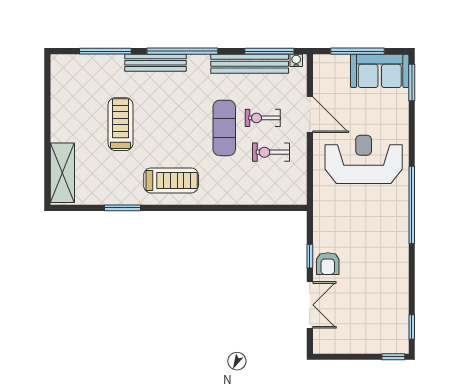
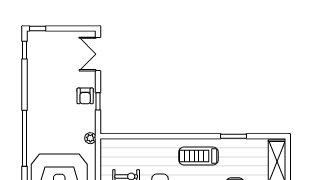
plant: (321, 205) -> (90, 138), added
armchair: (328, 264) -> (85, 96), turned 180
double door: (310, 305) -> (98, 54), moved

